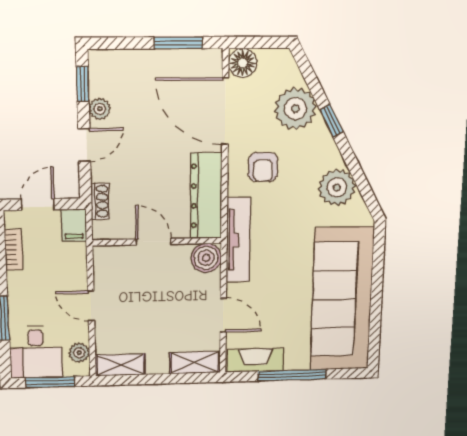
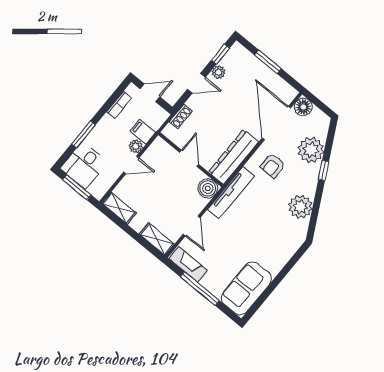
window: (179, 43) -> (268, 62), moved
filing cabinet: (74, 225) -> (143, 132), moved, turned 90
sofa: (342, 299) -> (246, 288), width x0.54, depth x0.79
door: (91, 306) -> (131, 165), swing flipped
plant: (79, 353) -> (136, 146), moved

